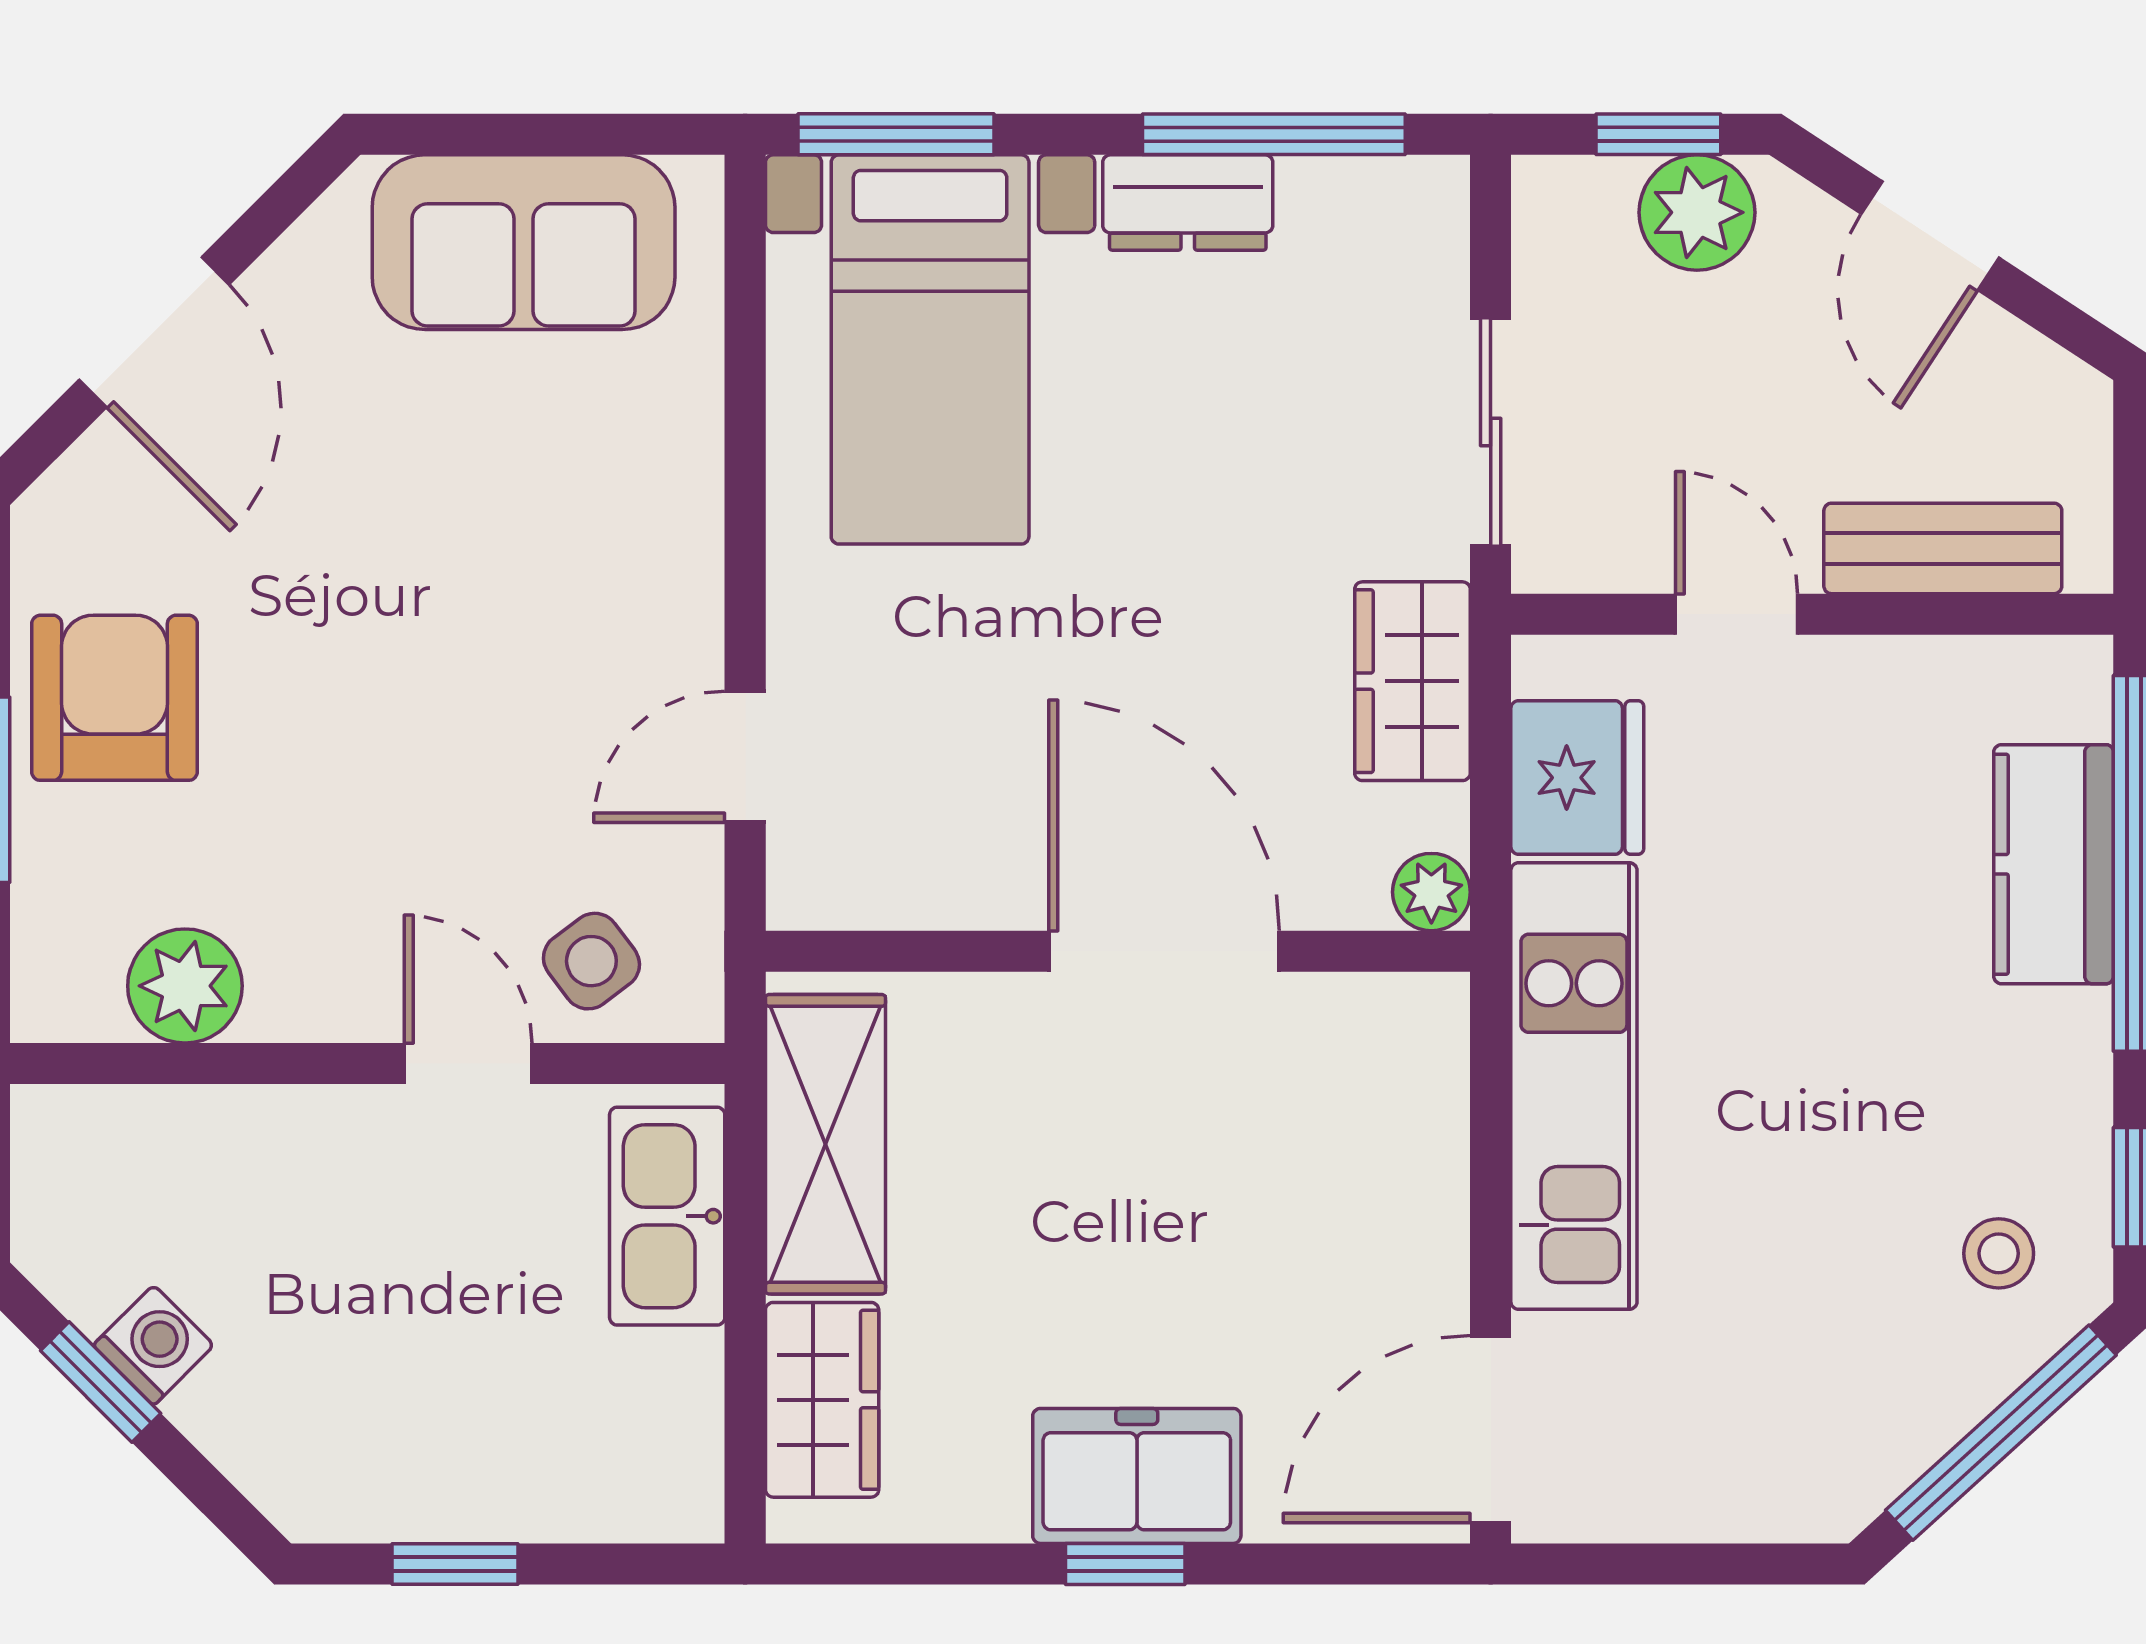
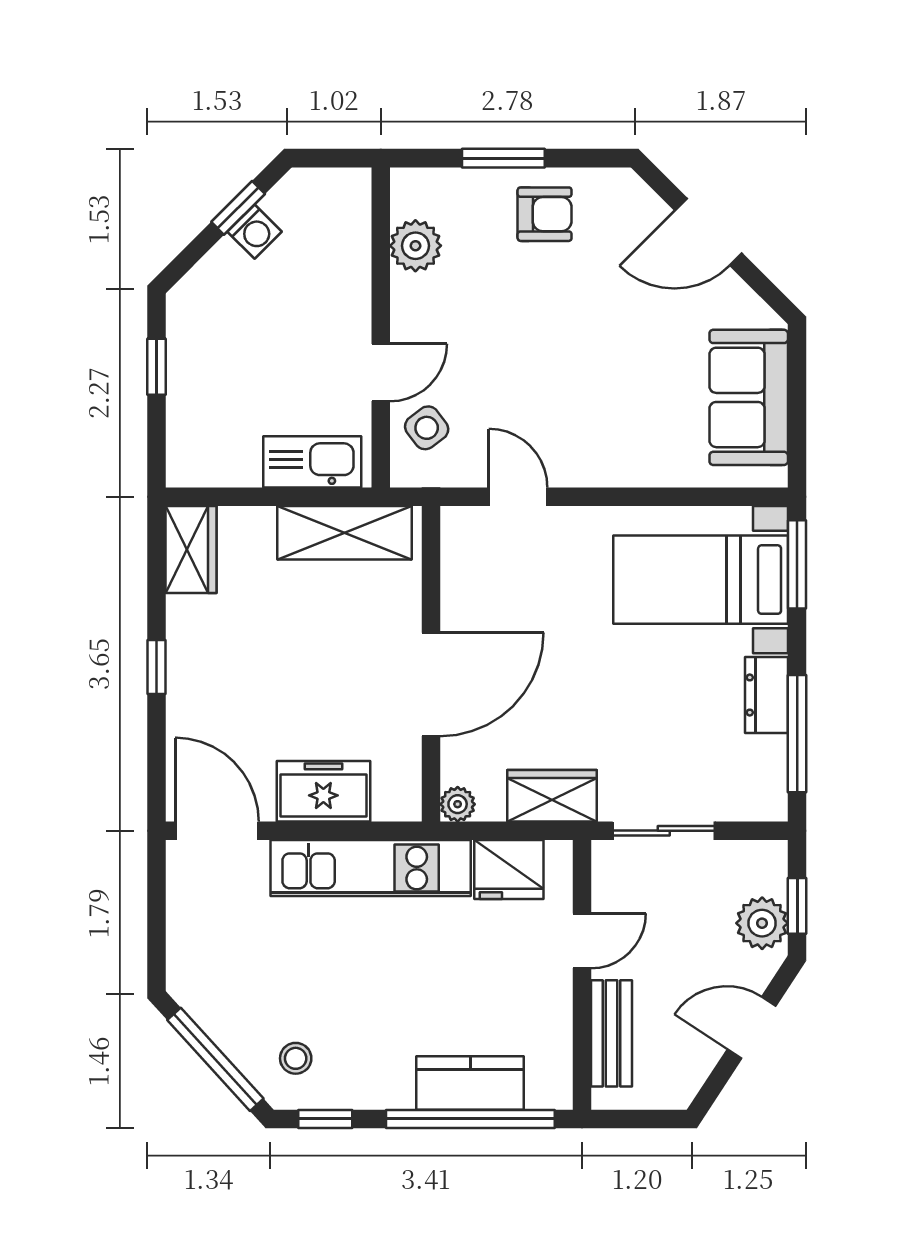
armchair: (114, 698) -> (545, 214), width x0.72, depth x0.72
wardrobe: (822, 1400) -> (191, 550), moved, turned -90
freezer: (1137, 1476) -> (323, 791), moved, turned -90

